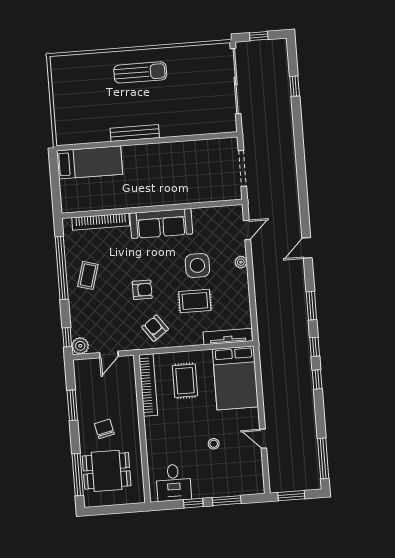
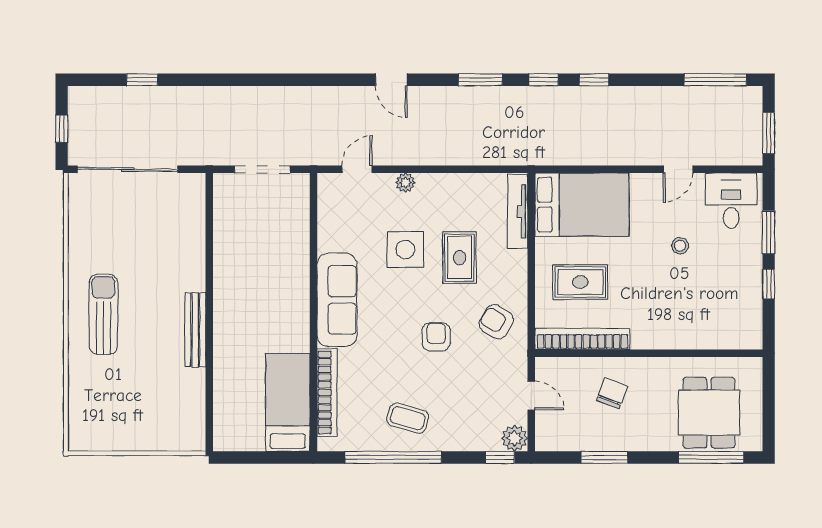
bed: (90, 162) -> (288, 402), moved
door: (247, 230) -> (357, 169), hinge flipped
armchair: (155, 328) -> (496, 322), turned 67
chair: (104, 429) -> (612, 393), moved, turned 124
desk: (174, 483) -> (731, 201), moved, turned -90

